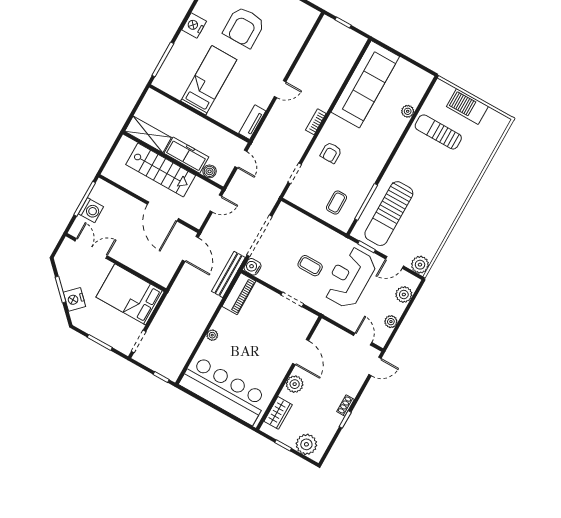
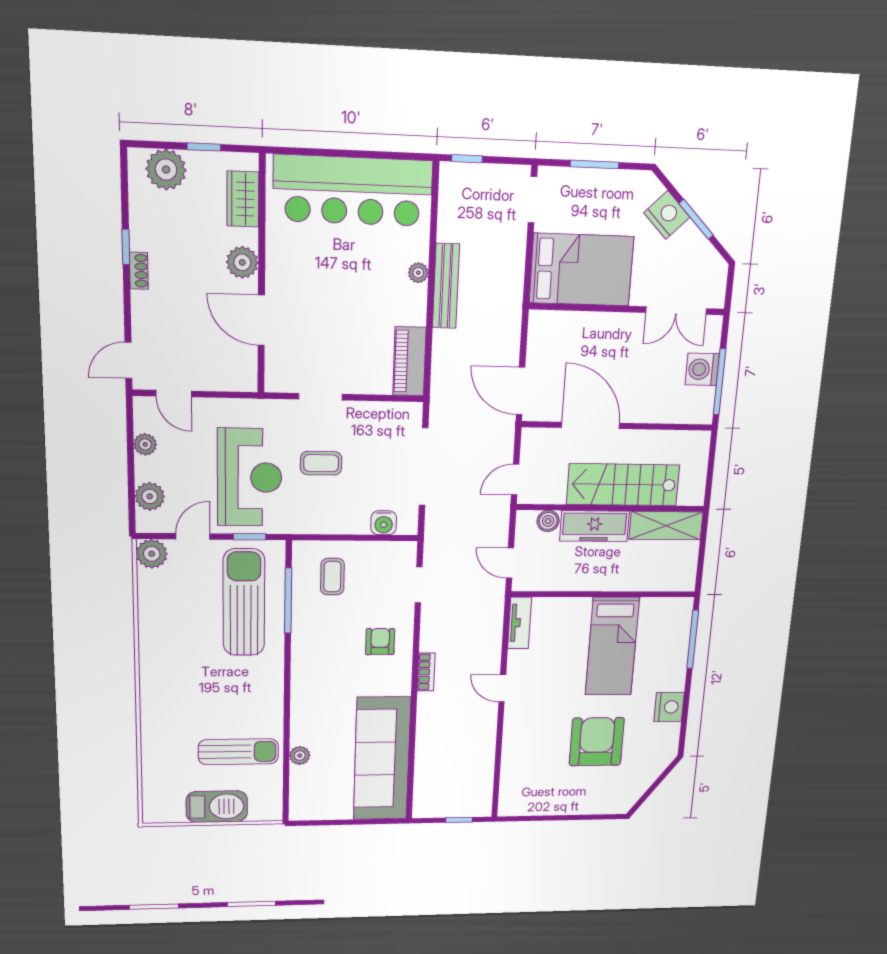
door: (280, 89) -> (502, 688), hinge flipped
water cooler: (253, 267) -> (384, 523), moved, turned 90
bench: (228, 274) -> (446, 286), moved

